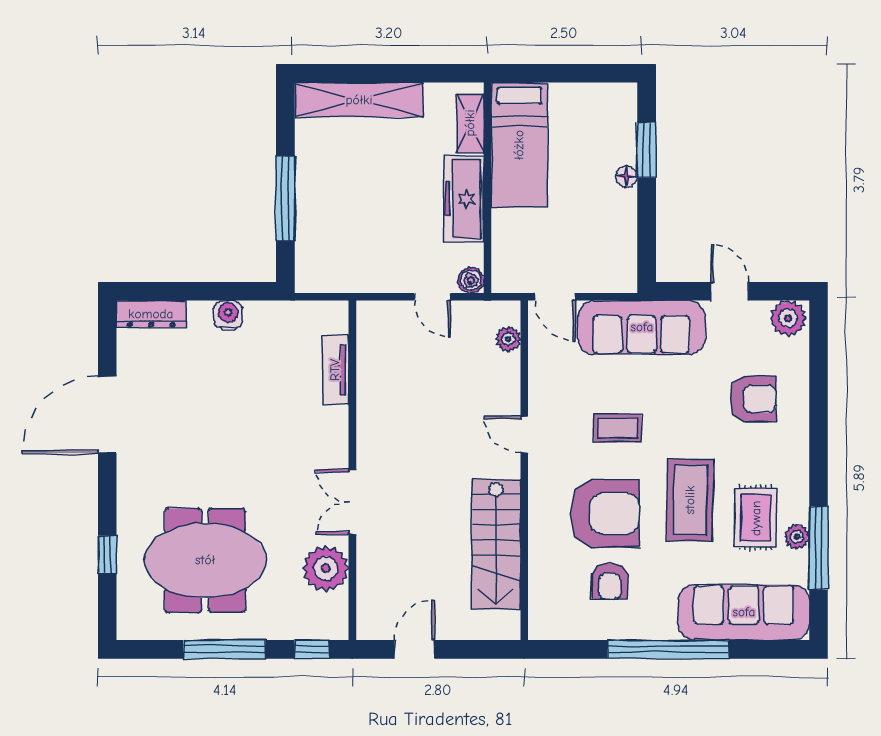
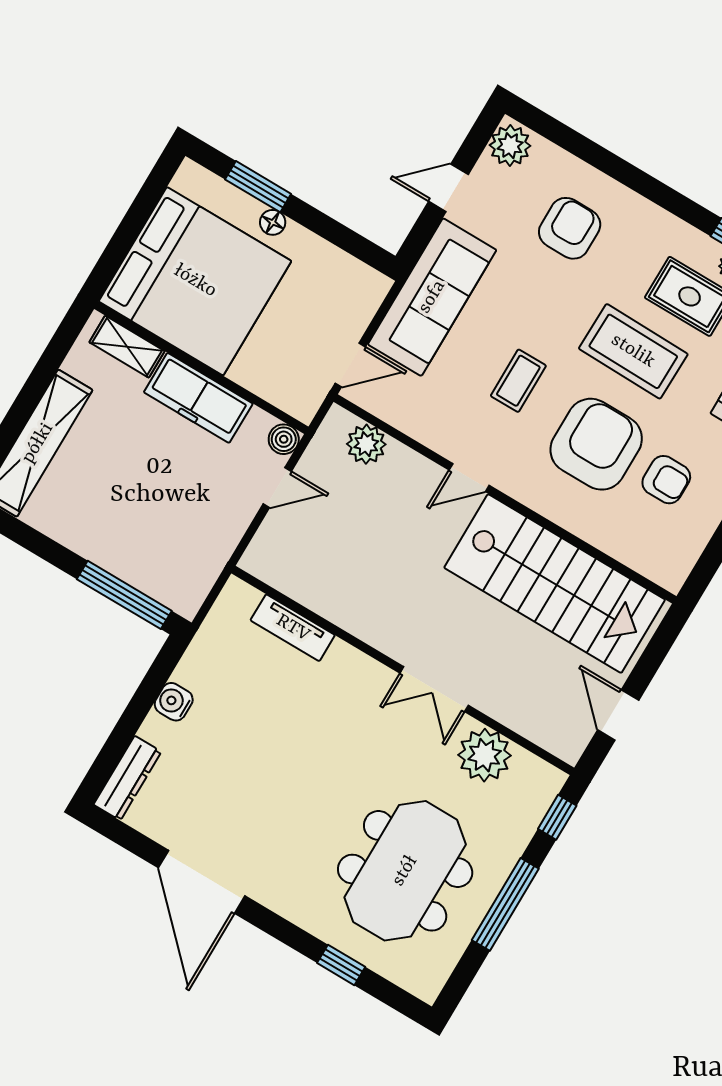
bed: (519, 145) -> (195, 281), width x2.04
window: (285, 198) -> (124, 595), moved
plant: (508, 339) -> (366, 444), width x1.38, depth x1.38
stairs: (496, 544) -> (555, 584), width x1.36, depth x1.51

